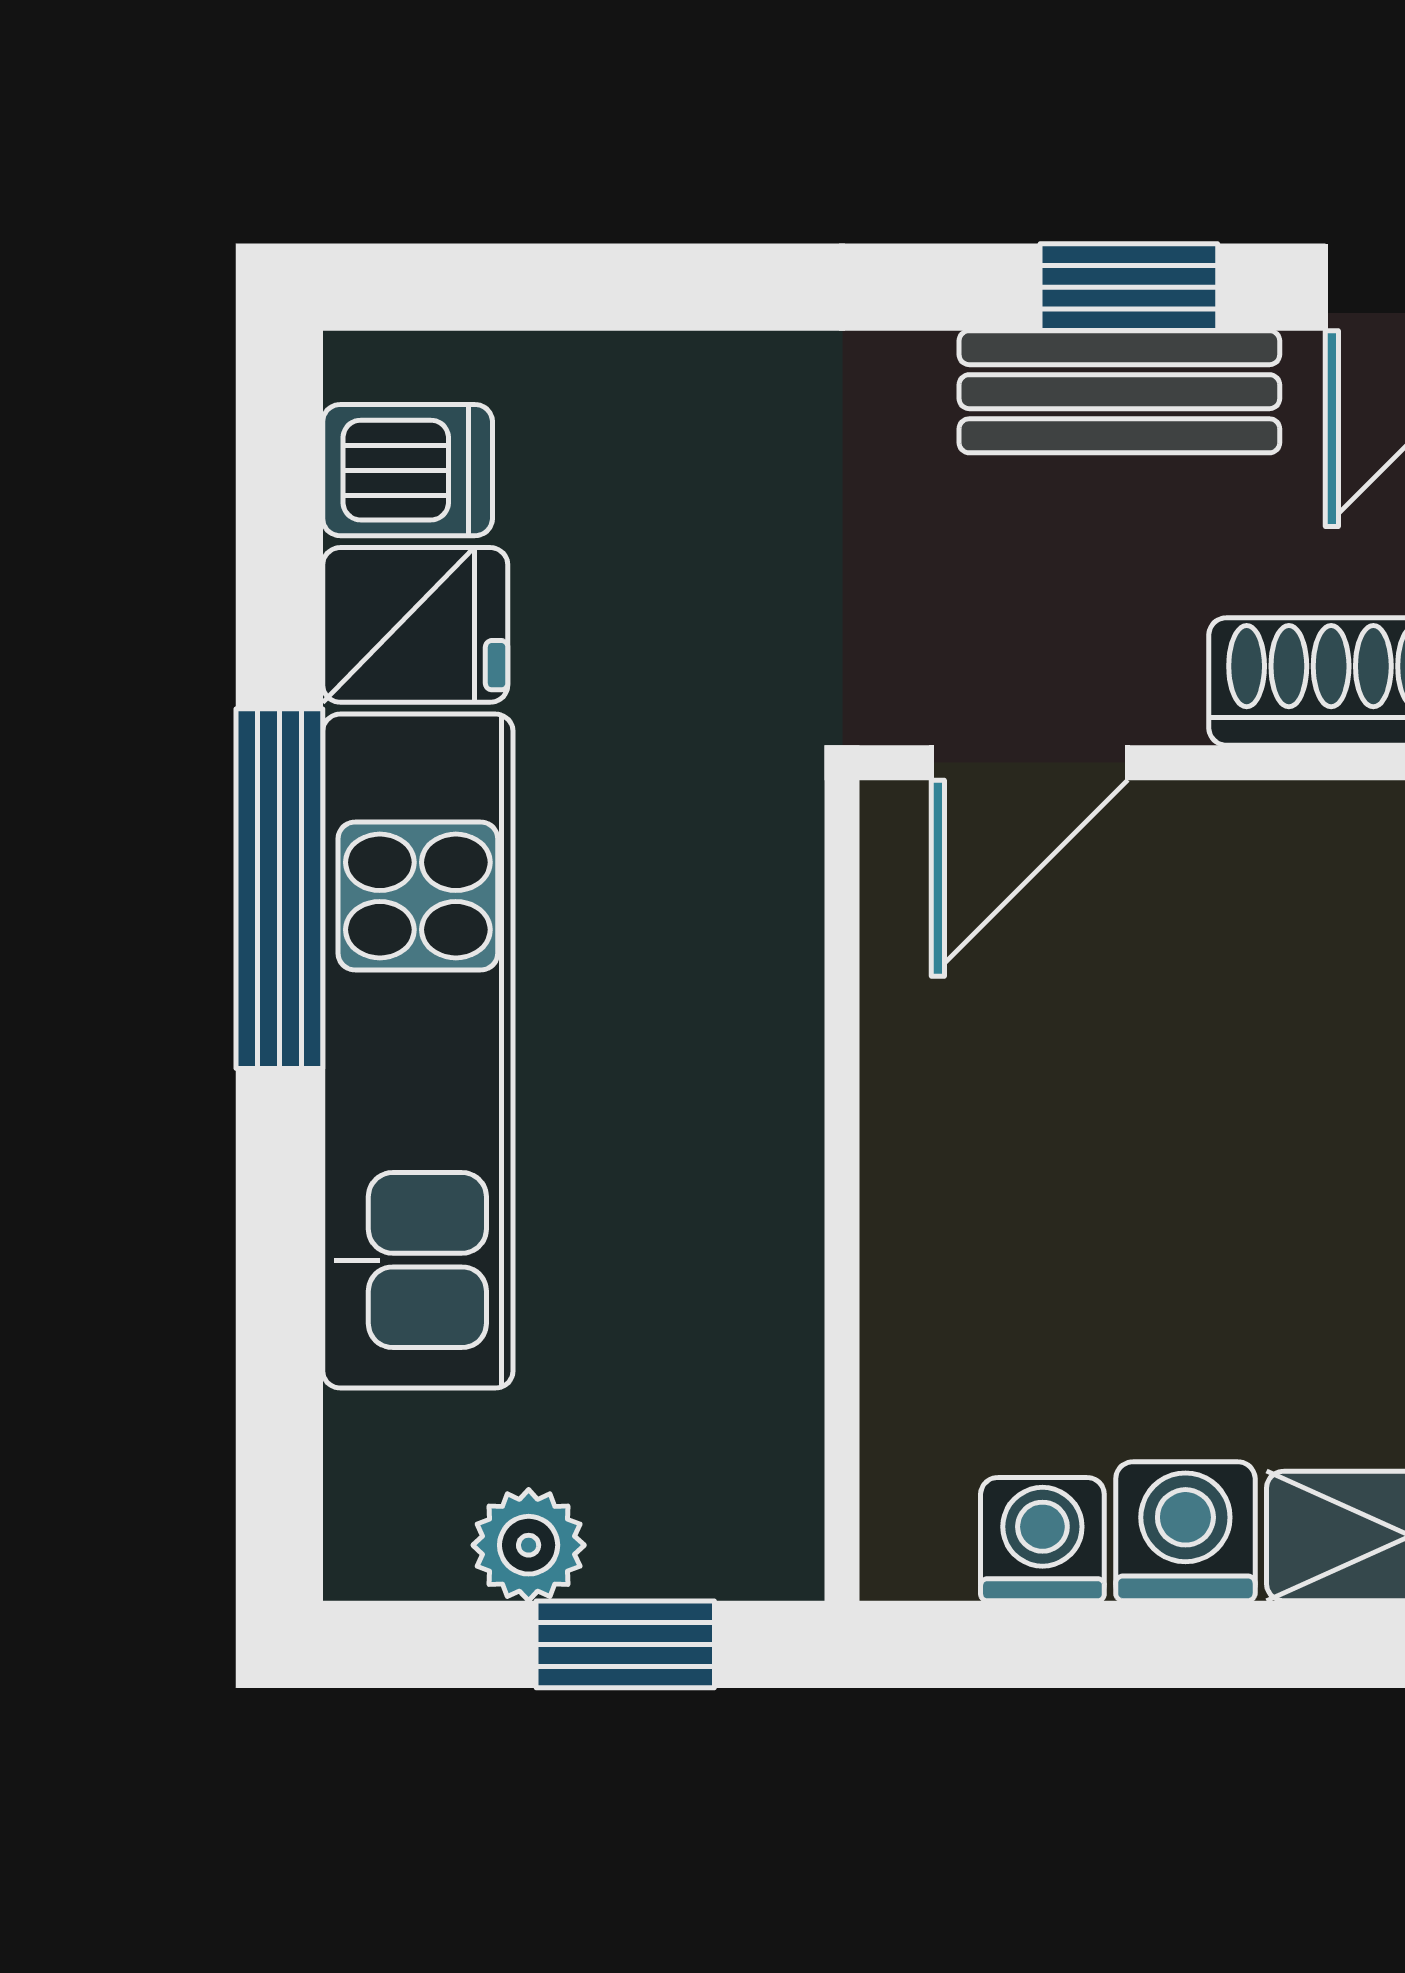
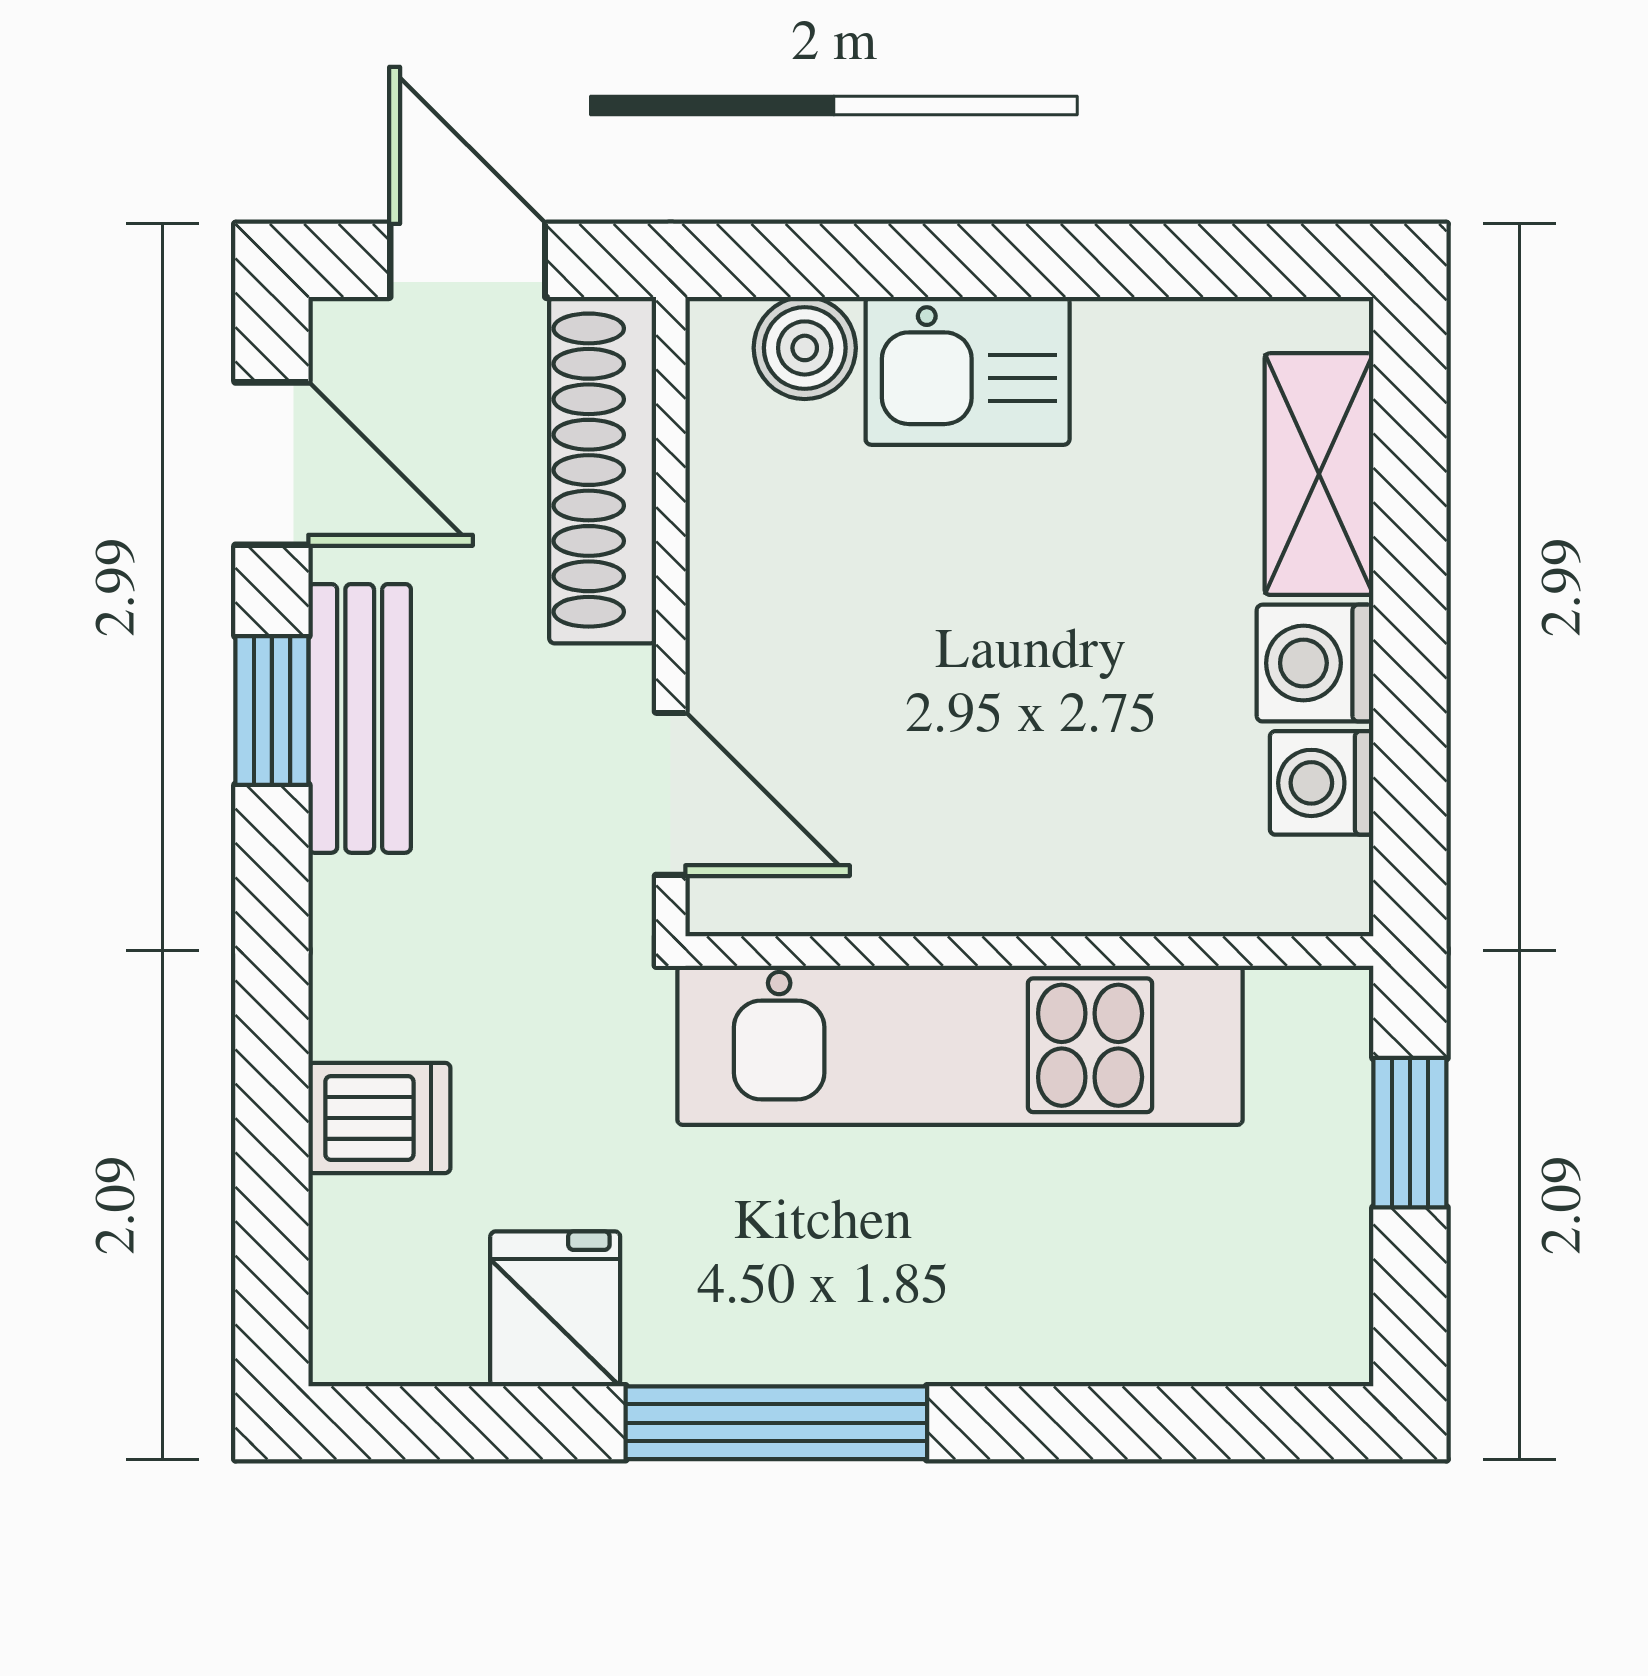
dishwasher: (408, 470) -> (379, 1118), moved, turned 90
kitchen unit: (418, 1051) -> (960, 1045), moved, turned 180
plant: (529, 1545) -> (1327, 1214), removed

